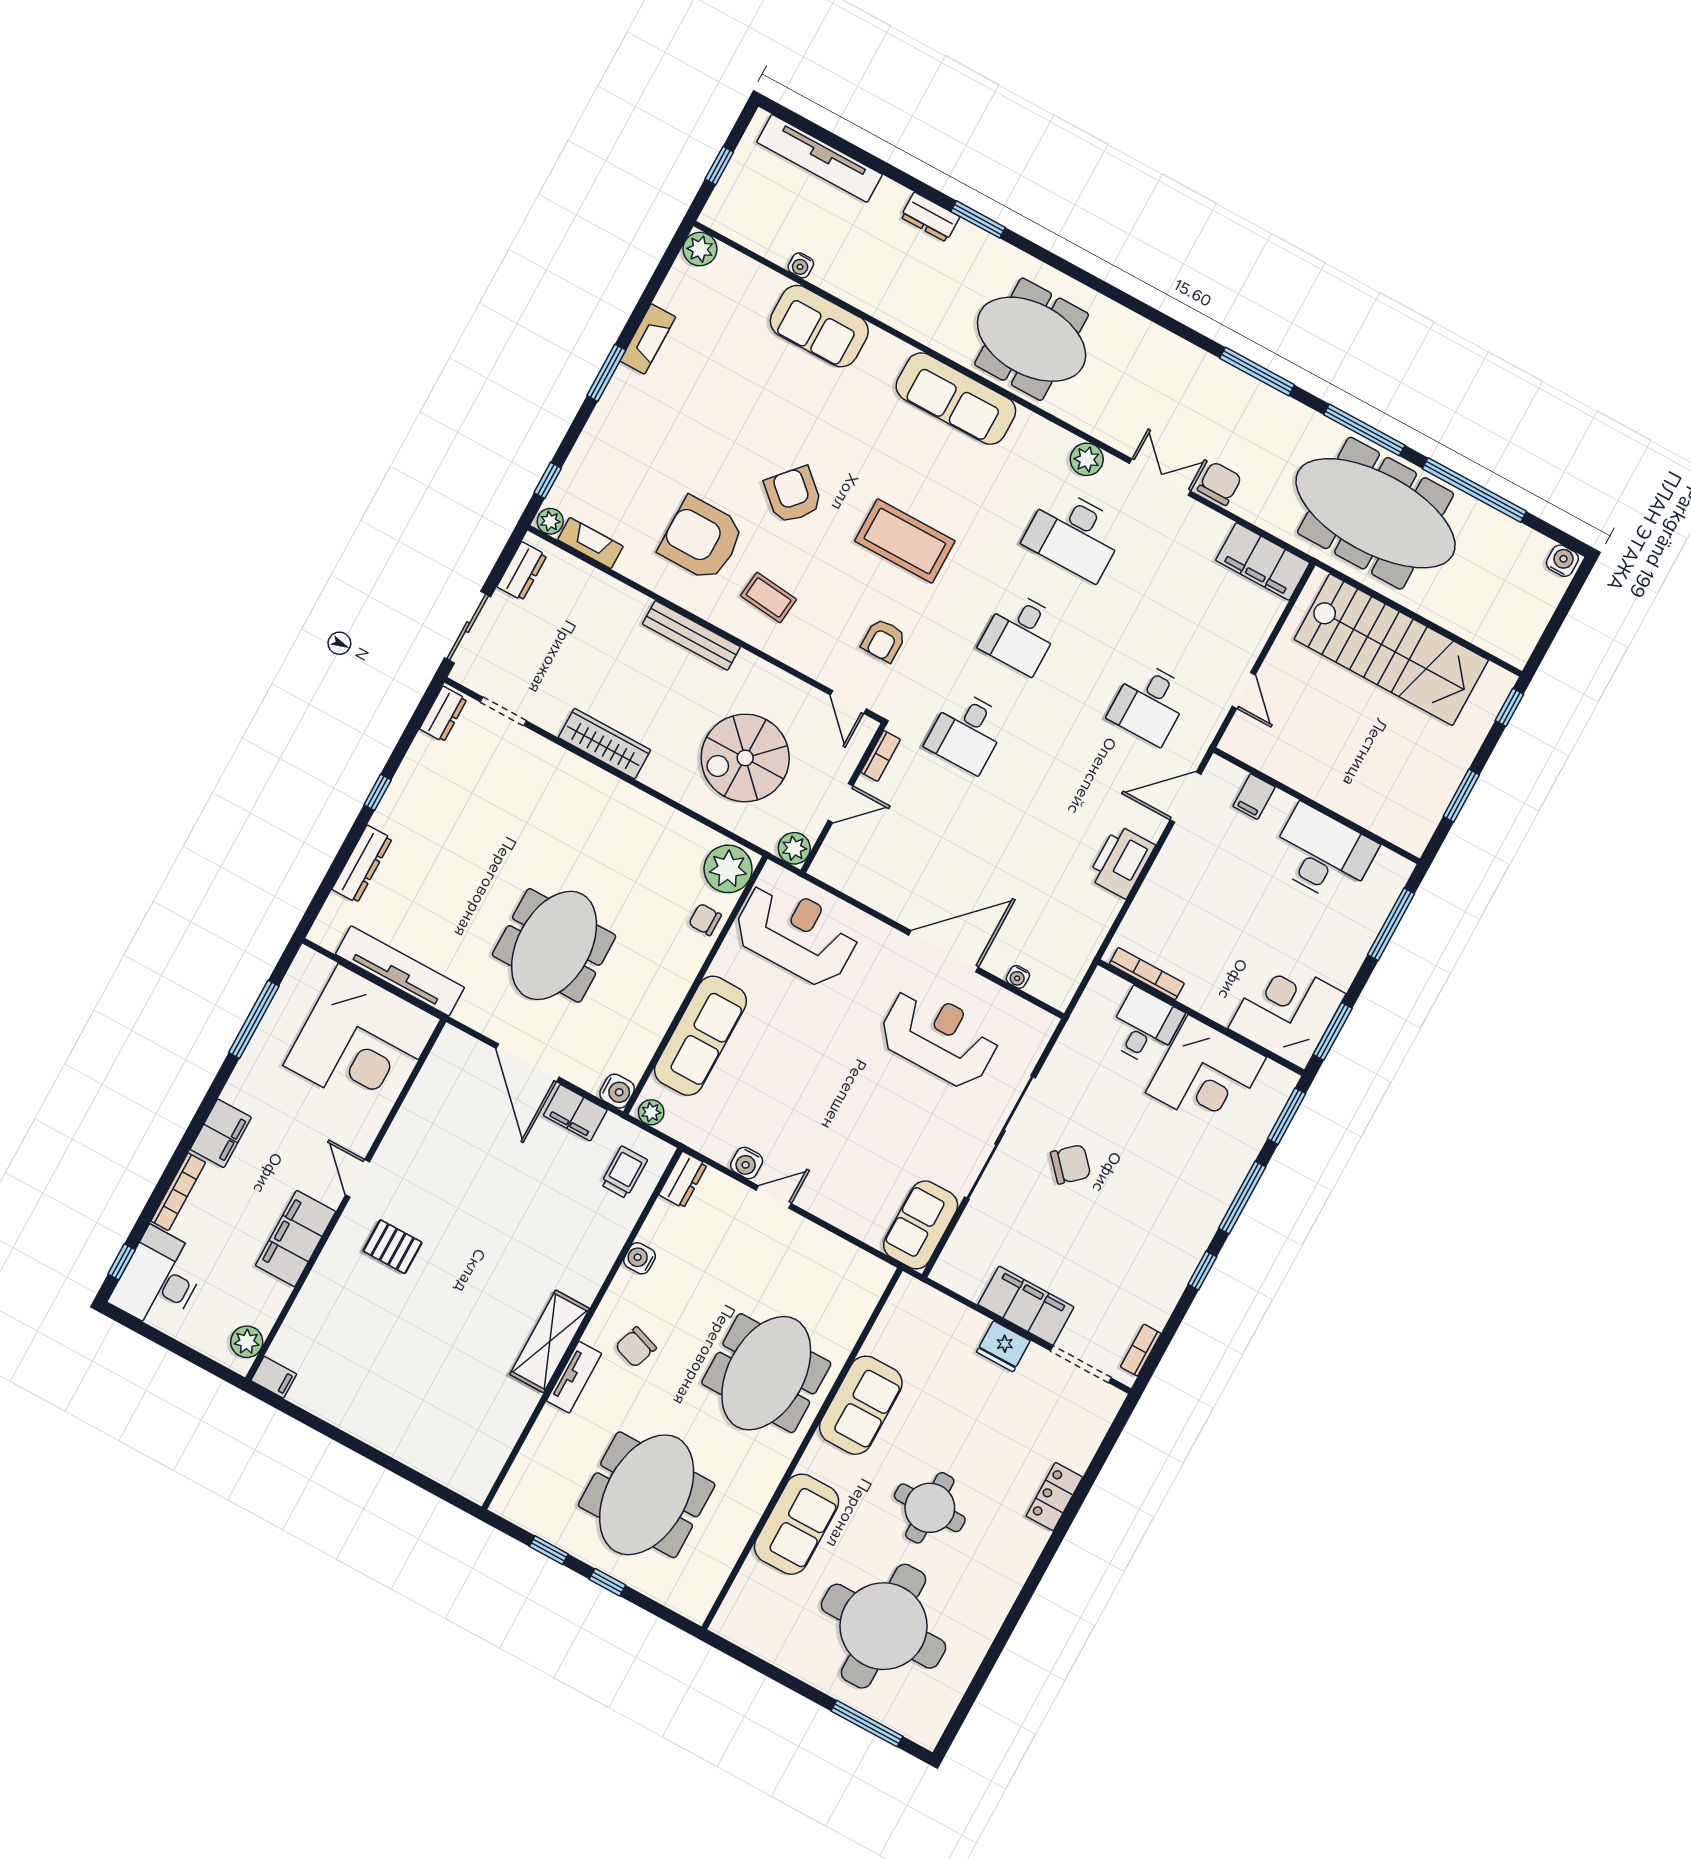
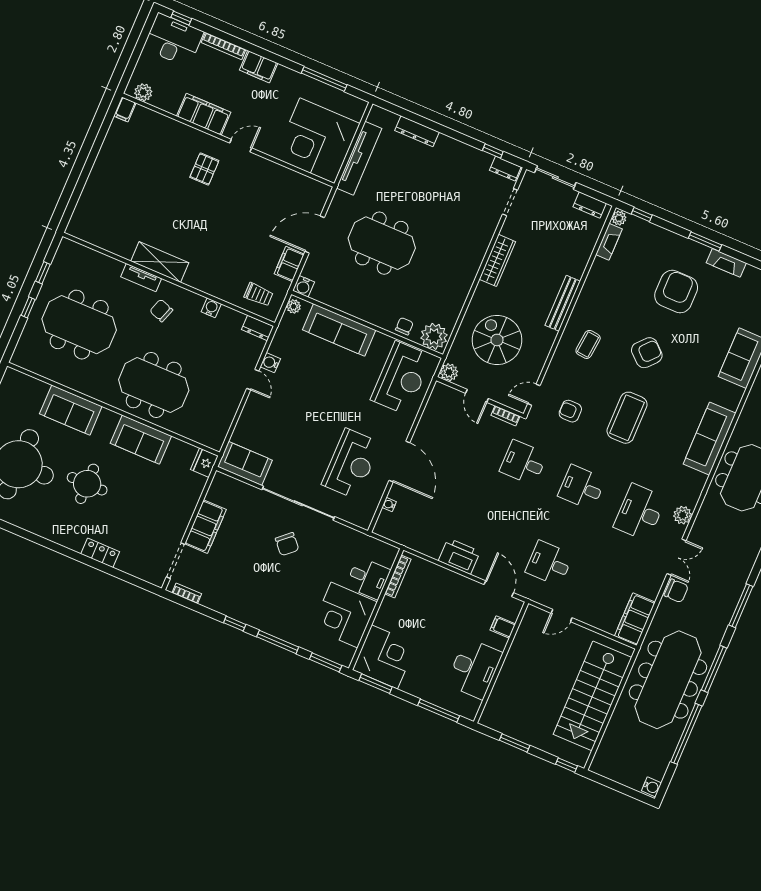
armchair: (702, 539) -> (676, 292), moved
window: (378, 792) -> (493, 151), moved
fridge: (1003, 1346) -> (204, 463), moved

